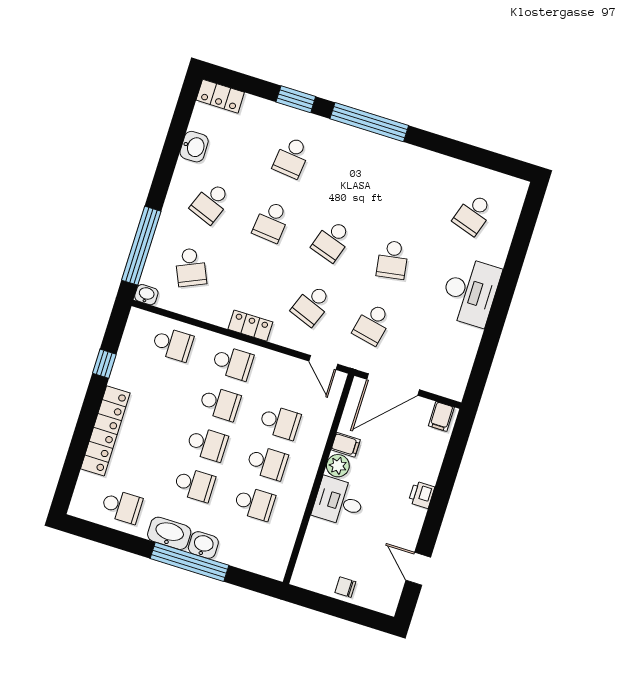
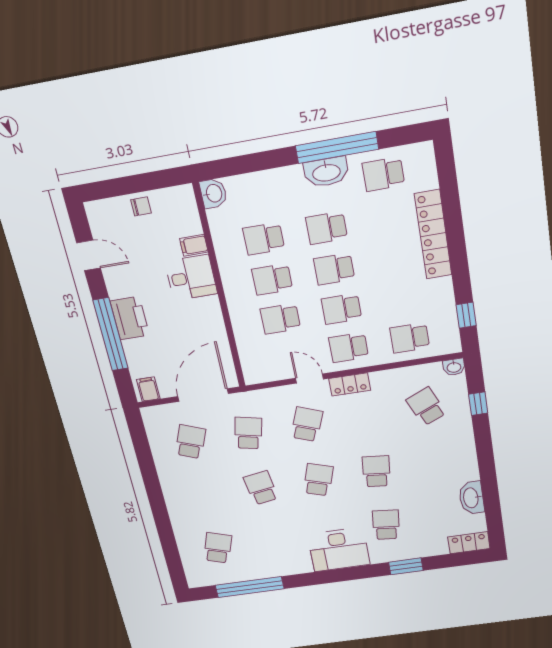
window: (369, 122) -> (250, 587), moved
washbasin: (194, 147) -> (471, 498), width x1.38
school desk: (211, 203) -> (190, 442), moved
window: (141, 246) -> (478, 404), width x0.32
desk: (470, 292) -> (339, 550), moved, turned -90
door: (323, 363) -> (309, 379), moved
window: (104, 364) -> (466, 315), moved
filing cabinet: (346, 445) -> (194, 245), moved
plant: (338, 466) -> (210, 307), removed
window: (444, 487) -> (111, 334), added
printer: (421, 495) -> (130, 318), width x1.87, depth x1.48
washbasin: (203, 545) -> (213, 193), moved, turned -90
window: (190, 562) -> (337, 148), moved

